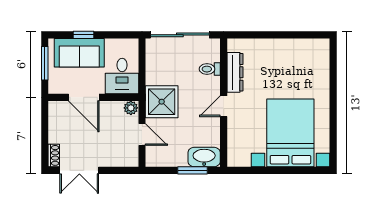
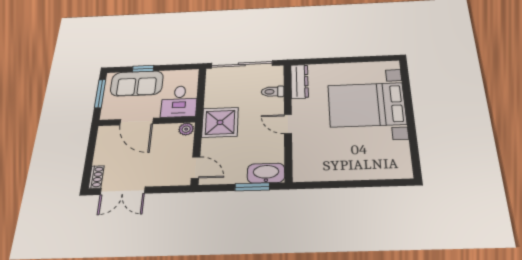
dresser: (235, 72) -> (299, 81), moved
door: (224, 106) -> (288, 124), hinge flipped
bed with nightstands: (290, 133) -> (367, 105), moved, turned -90
door: (142, 135) -> (196, 168), moved

